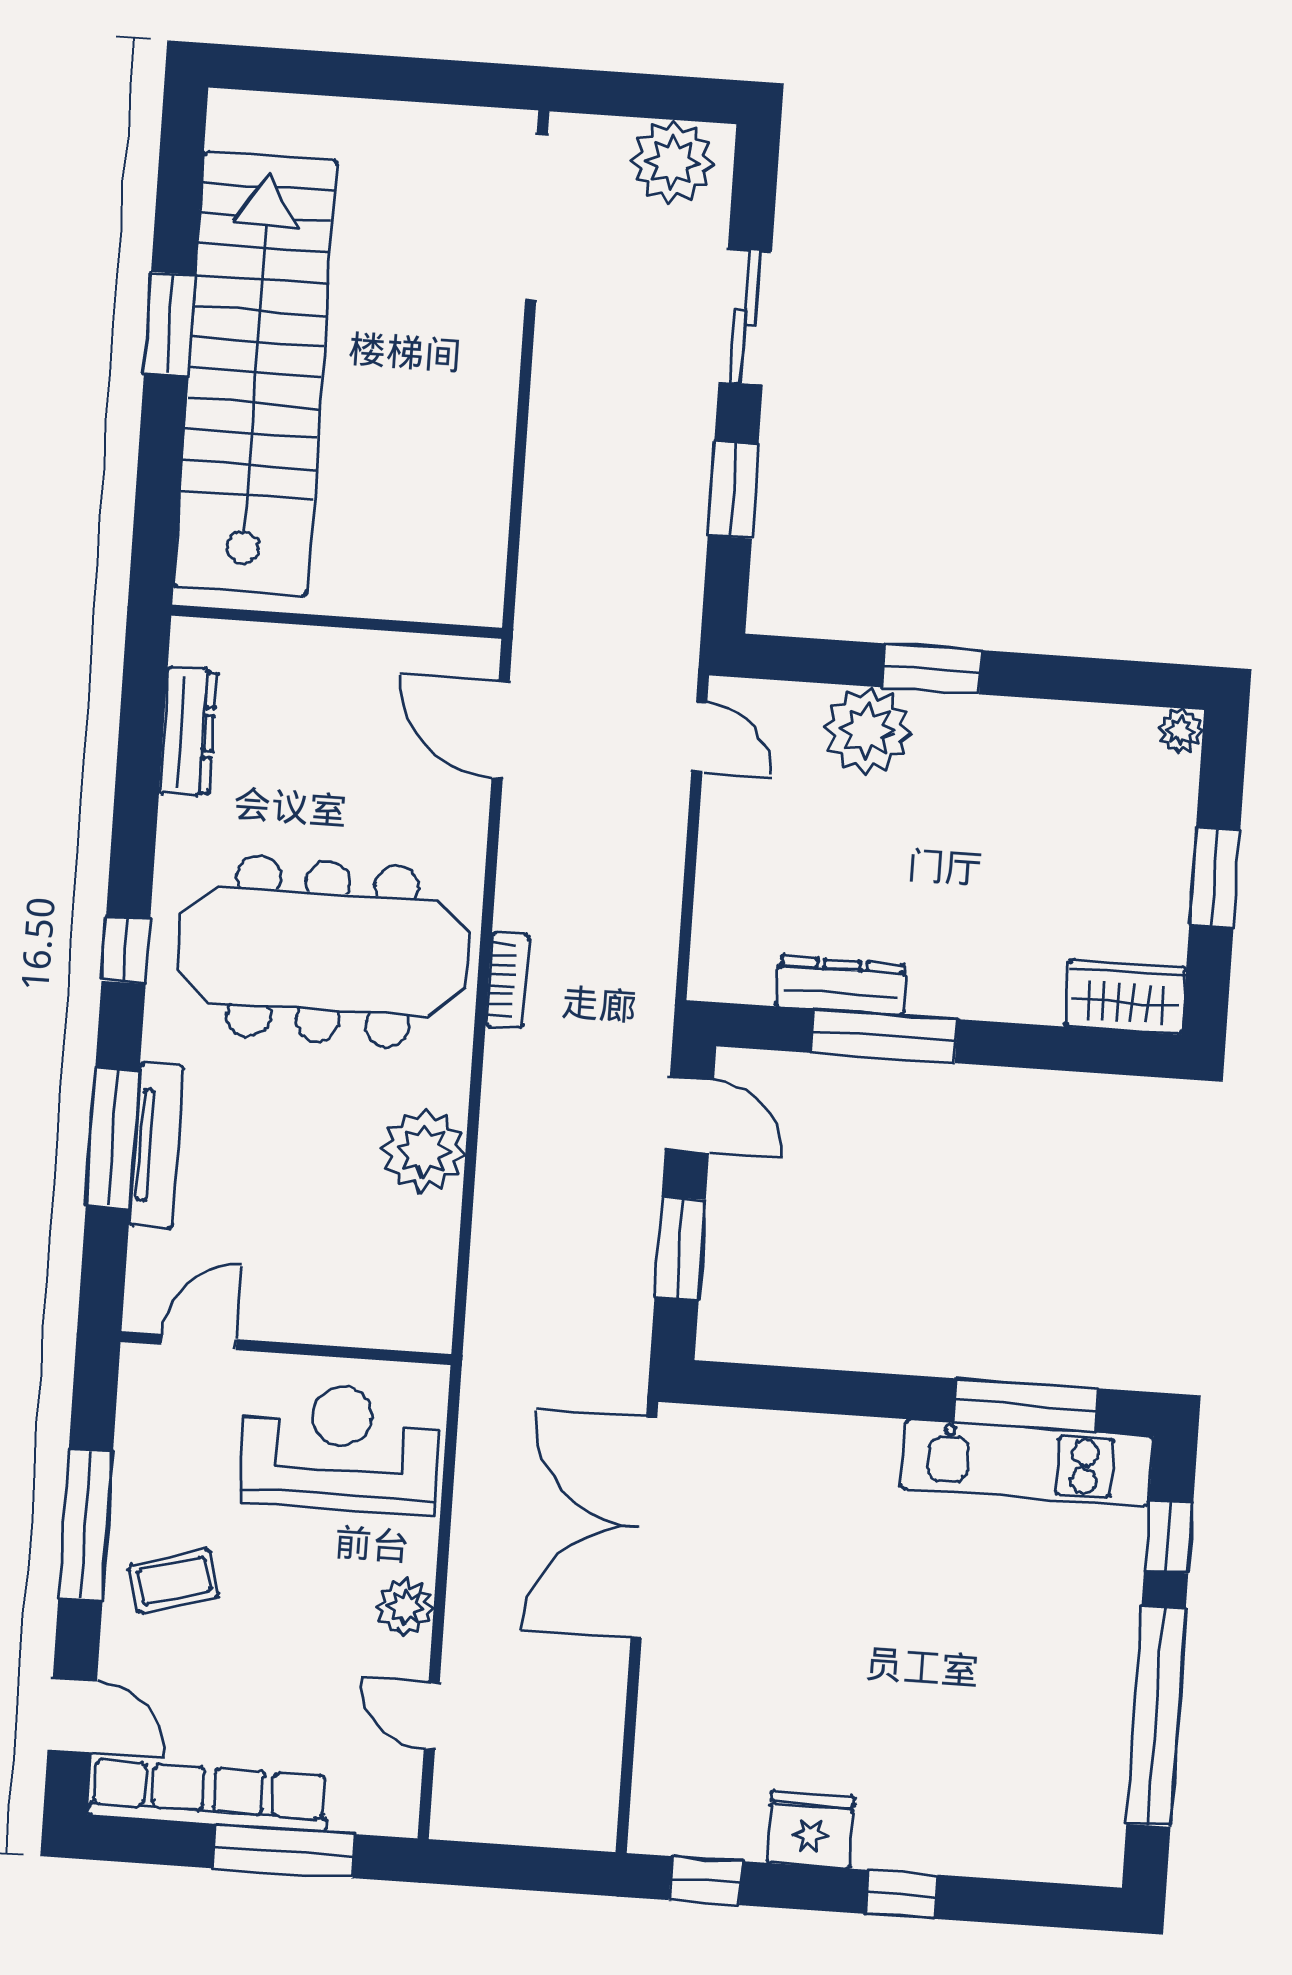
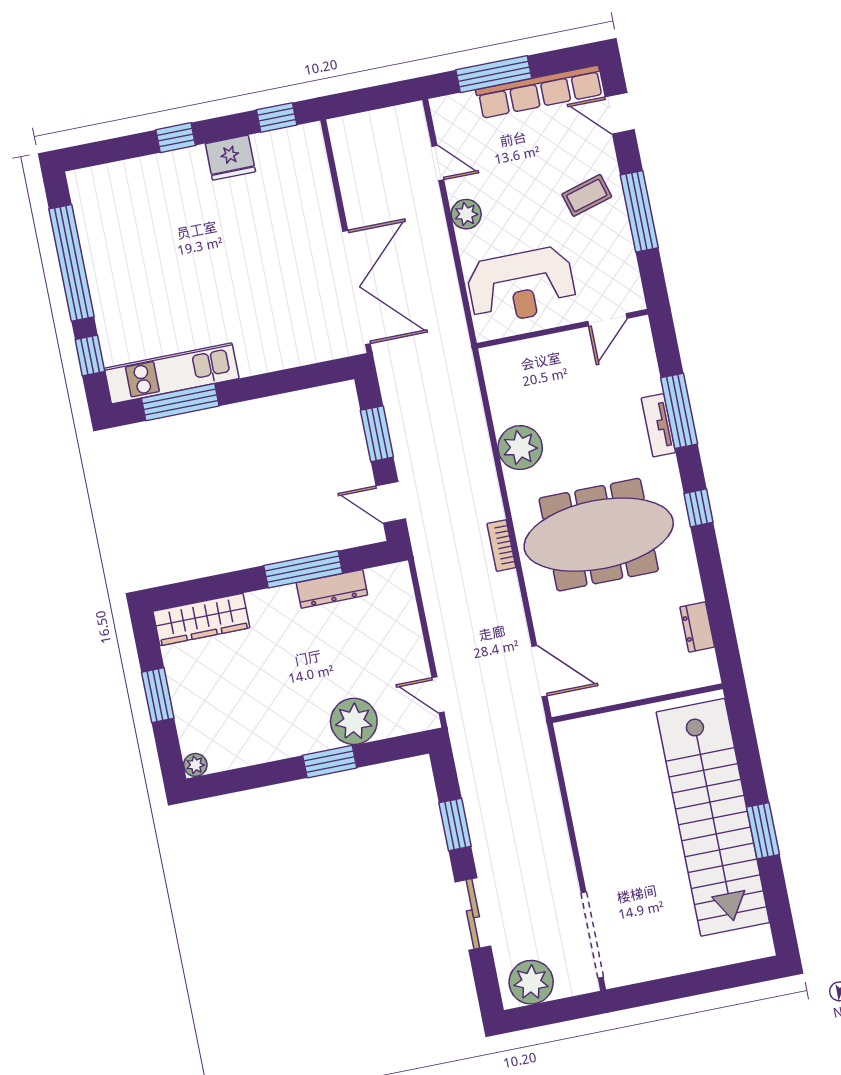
dresser: (188, 732) -> (697, 627), width x0.70
wardrobe: (1126, 997) -> (201, 620), width x1.50
tv unit: (156, 1146) -> (658, 425), width x0.71

